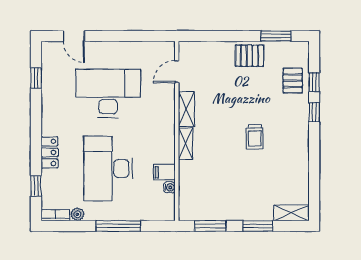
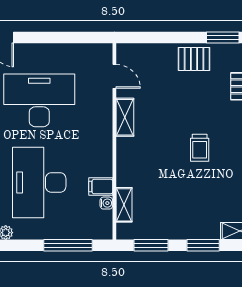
door: (177, 72) -> (114, 76), swing flipped
shelving: (186, 144) -> (124, 205), moved
window: (118, 226) -> (68, 245), moved

